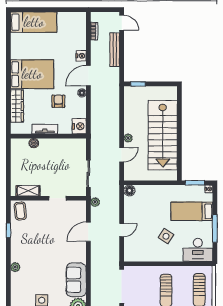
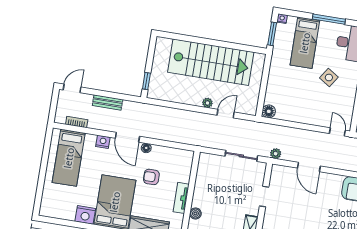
bed: (34, 22) -> (69, 158), moved, turned 180
bench: (115, 50) -> (108, 103), width x0.73
nightstand: (79, 126) -> (85, 215), moved, turned 180
door: (122, 155) -> (226, 114), hinge flipped
door: (122, 230) -> (337, 132), moved

